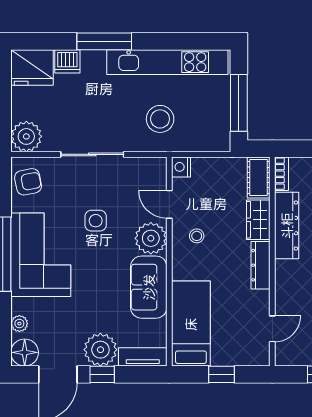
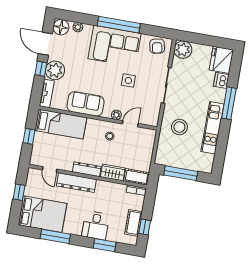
kitchen unit: (167, 62) -> (212, 128), width x0.73
nightstand: (181, 167) -> (150, 134), removed
dresser: (287, 226) -> (76, 183), moved
plant: (151, 238) -> (116, 115), width x0.53, depth x0.53

